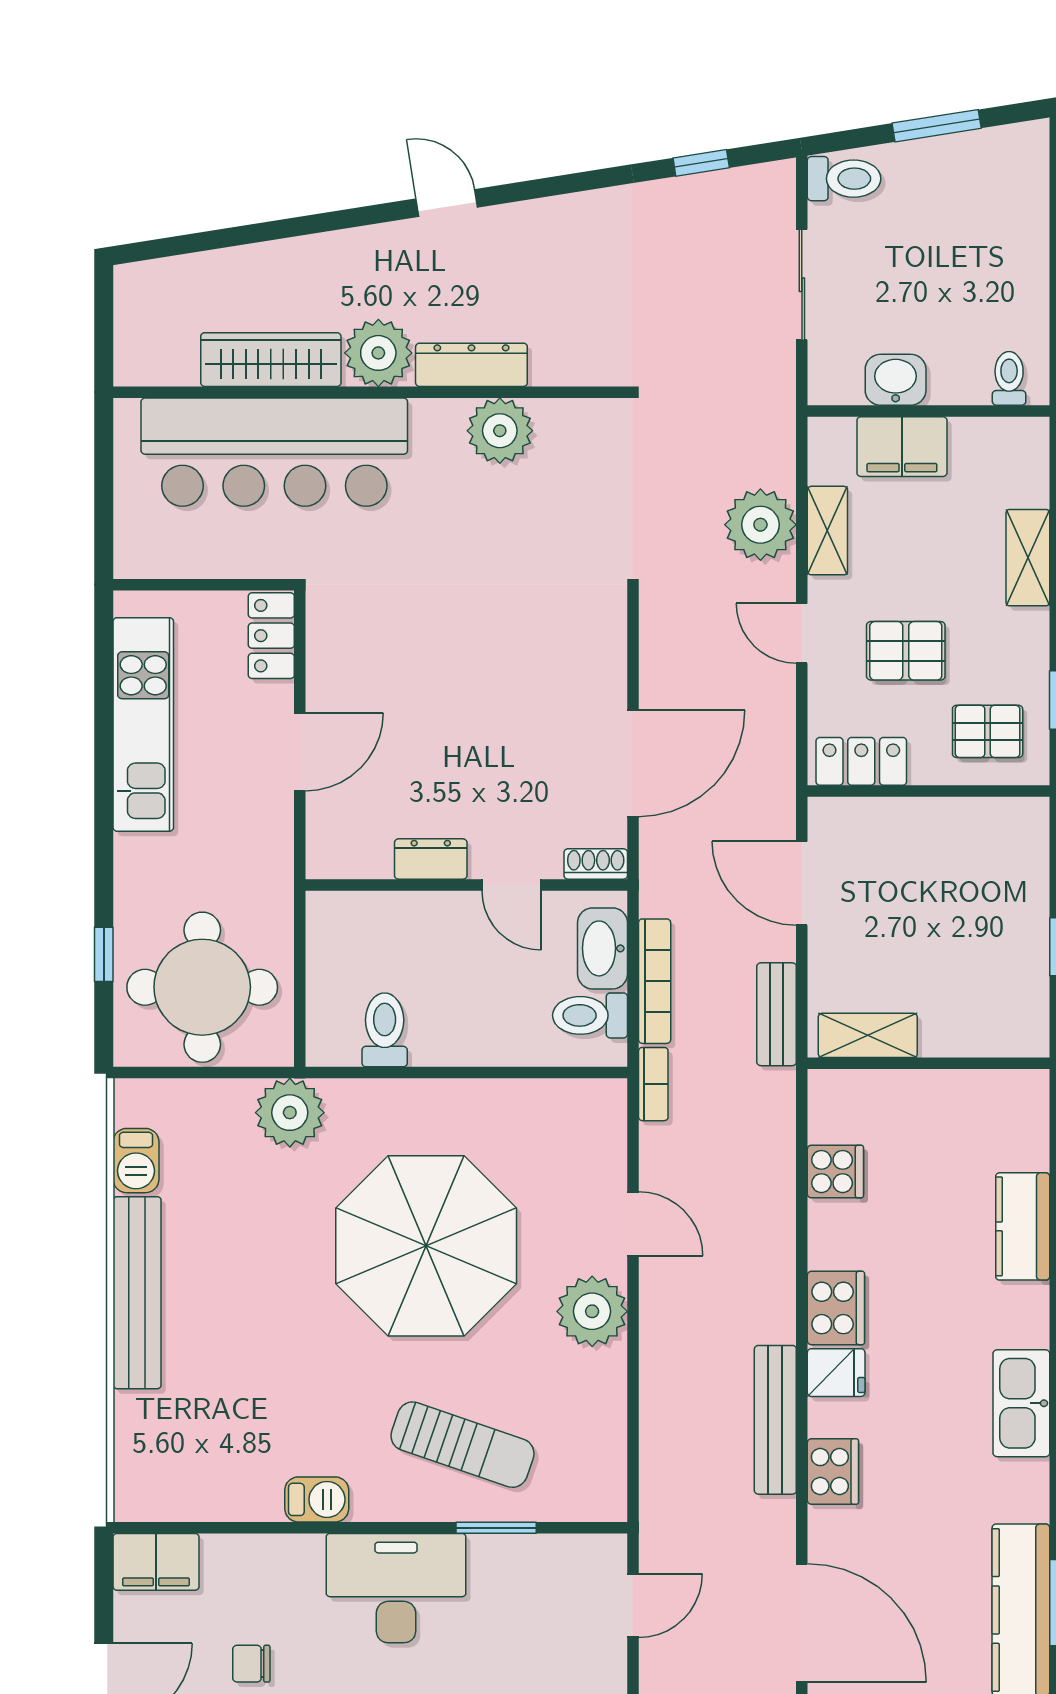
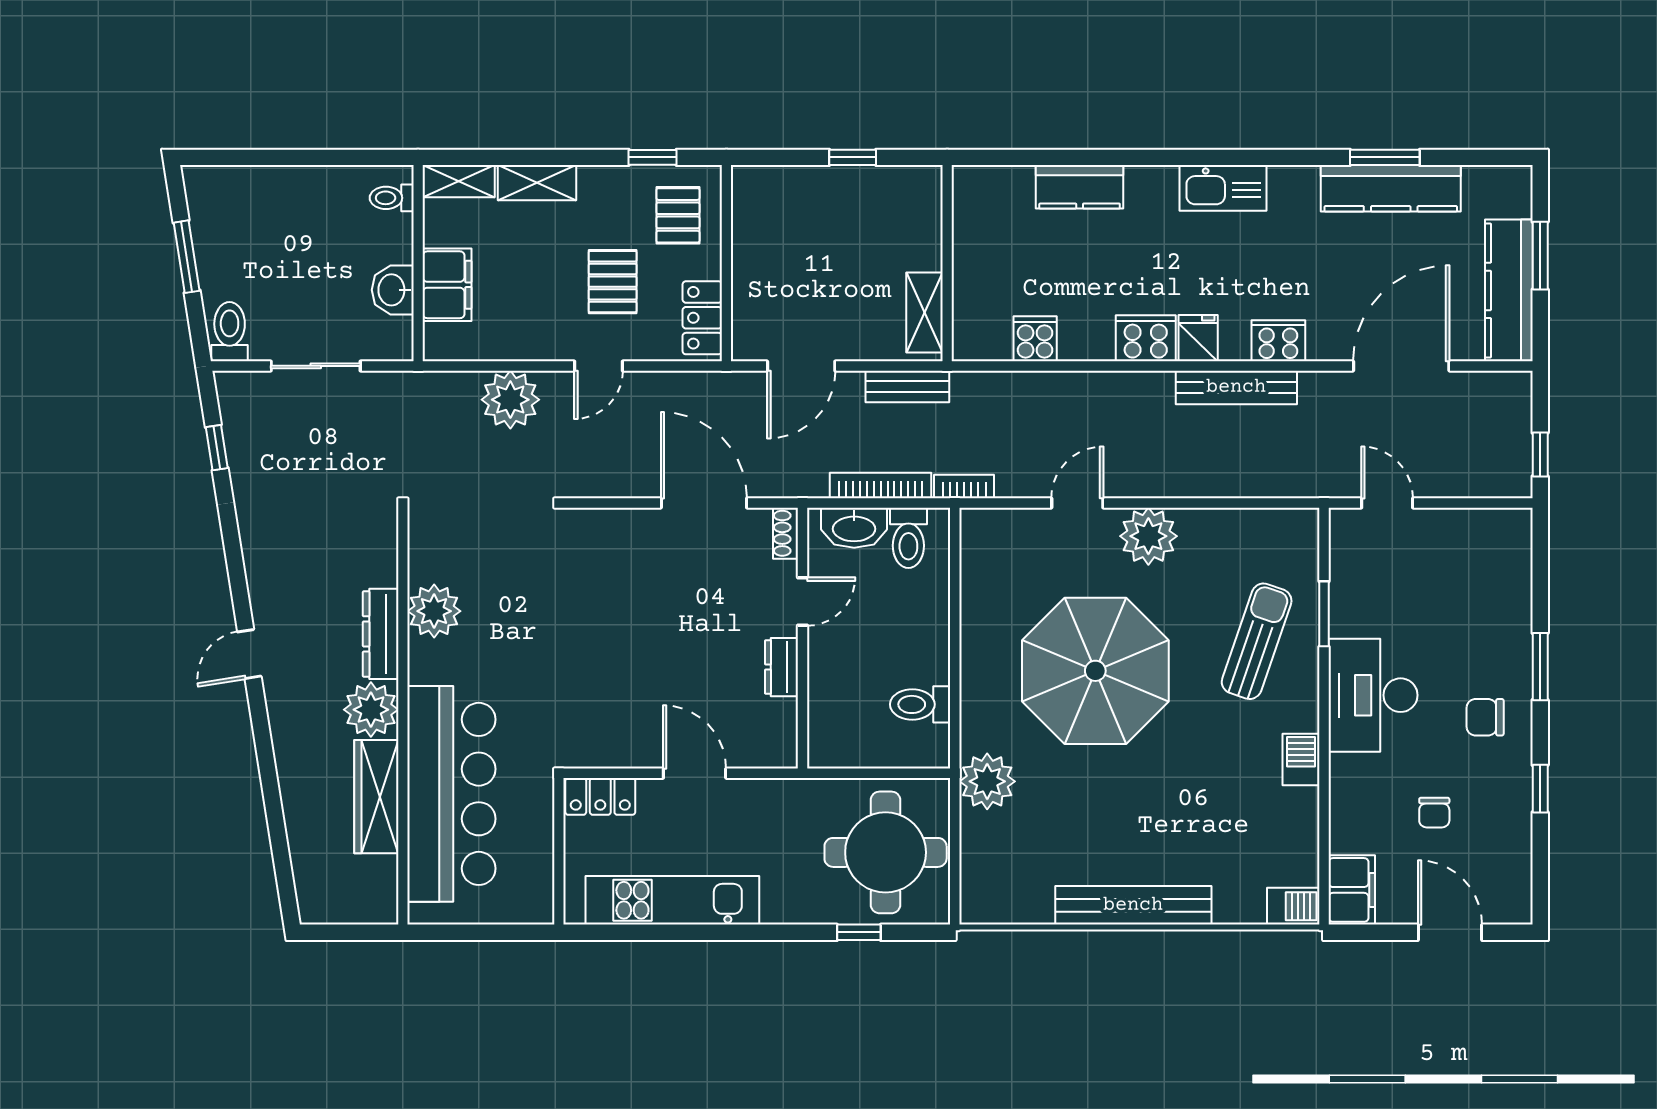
shelving: (827, 531) -> (459, 181), moved
barbecue: (136, 1161) -> (1293, 906), moved

